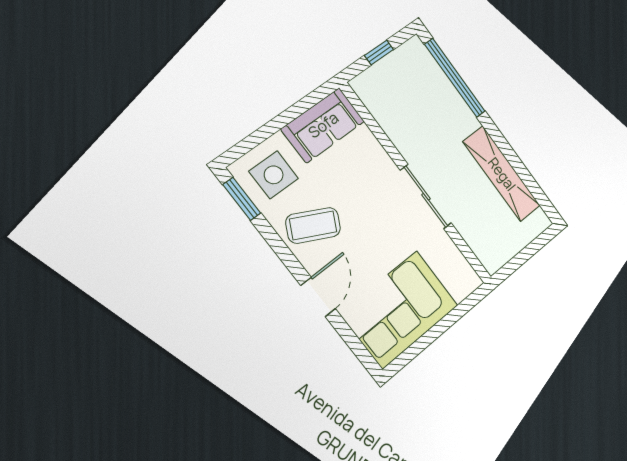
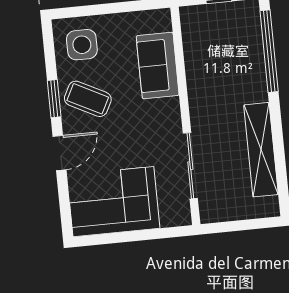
sofa: (323, 125) -> (158, 66), moved, turned 90
sliding door: (426, 197) -> (190, 166), moved
window: (242, 199) -> (54, 99), moved

